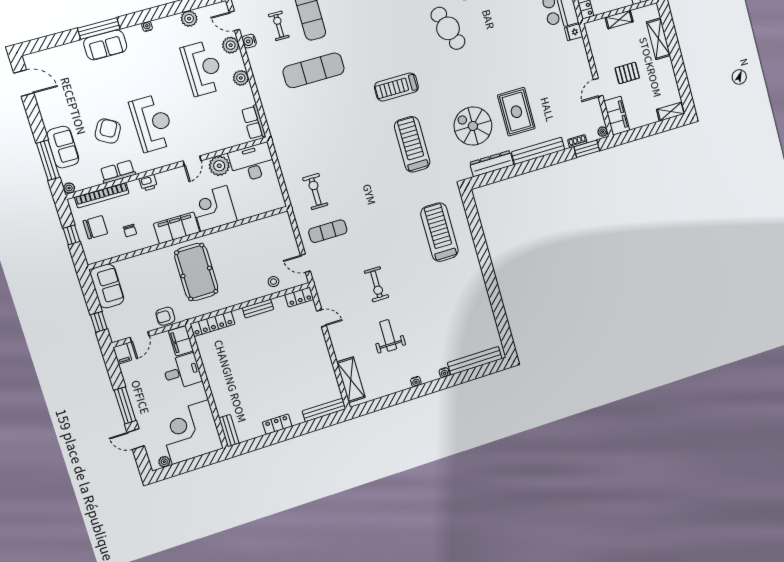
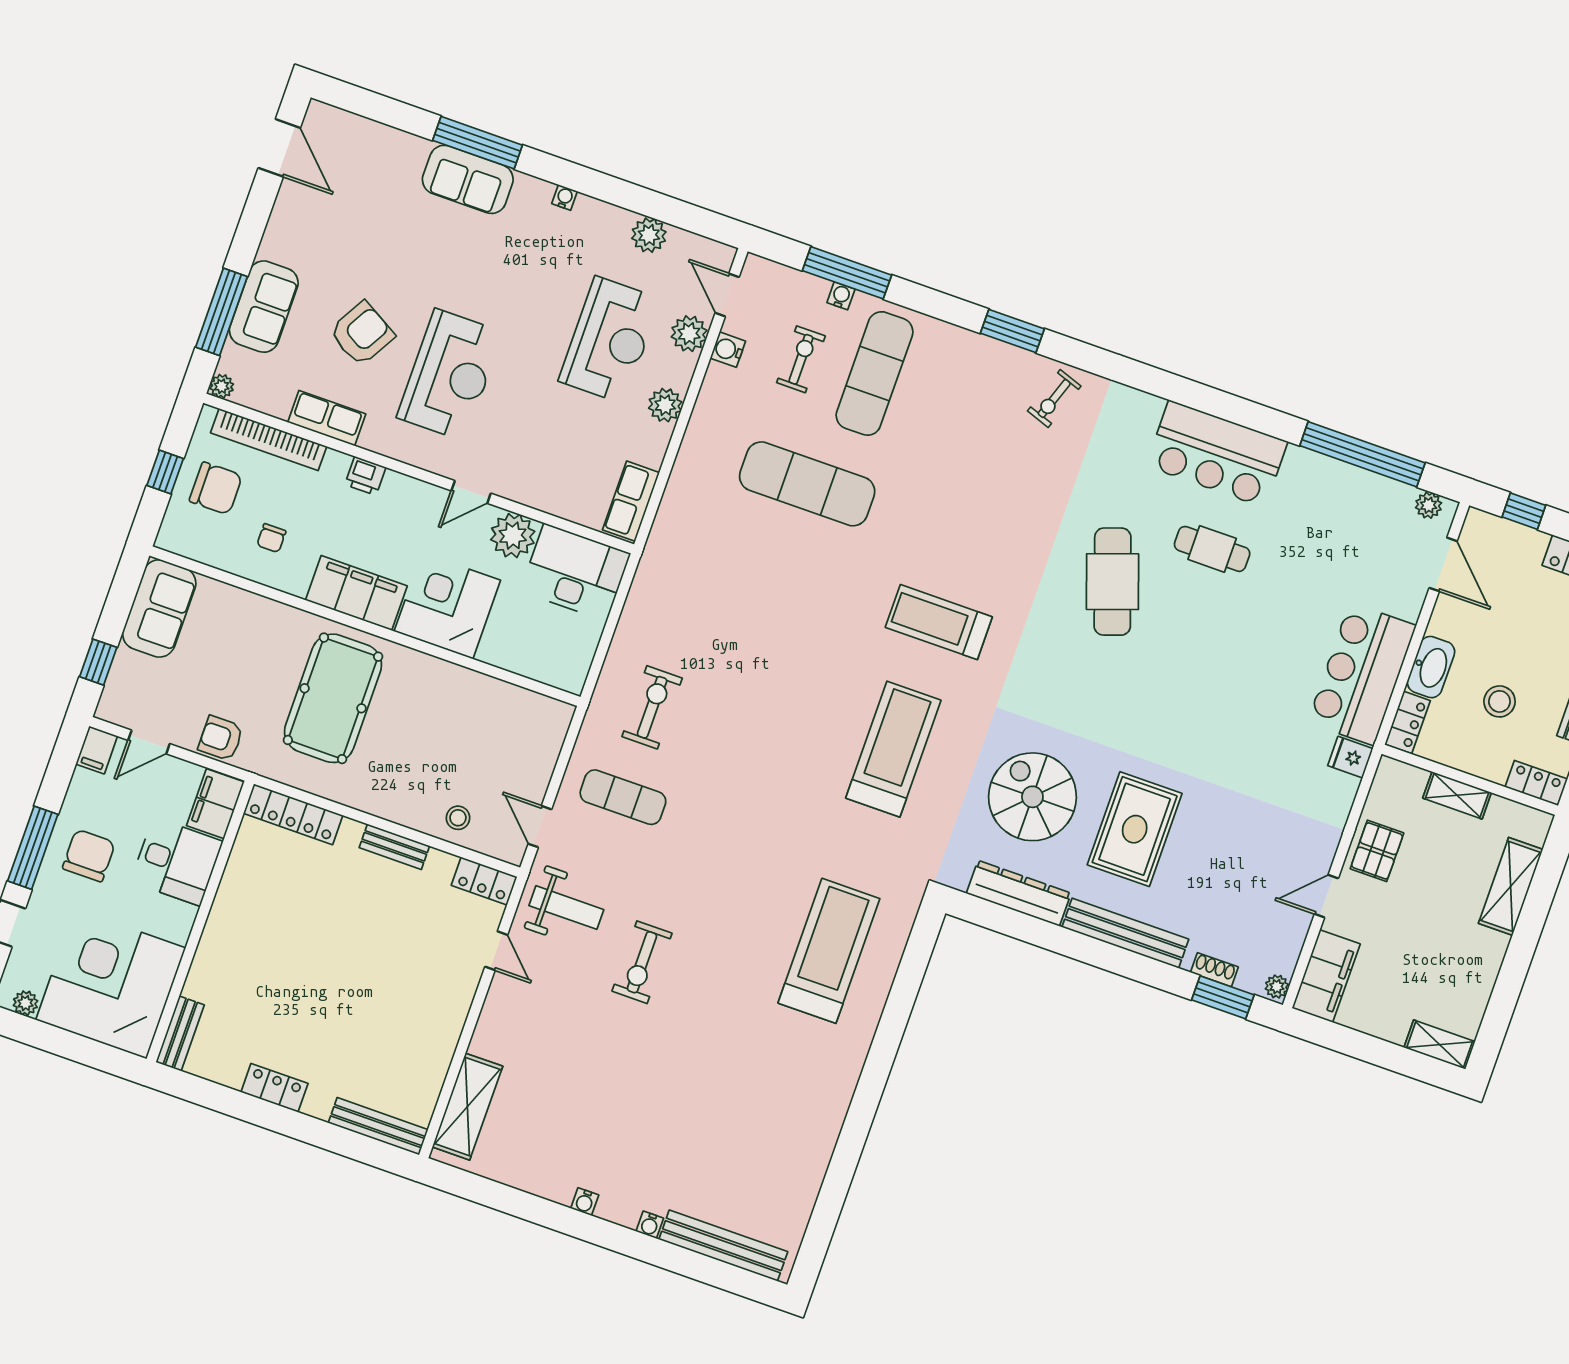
pallet: (627, 73) -> (1377, 851), moved, turned 90
weight bench: (388, 335) -> (566, 908), moved, turned 90
chair: (148, 393) -> (89, 855), added

